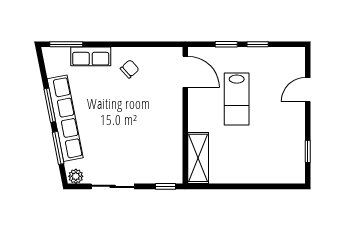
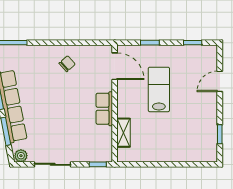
window: (258, 44) -> (193, 43), moved
row of seats: (91, 56) -> (104, 109), moved, turned 90
lab bench: (237, 99) -> (159, 89), turned 180
shelving: (198, 158) -> (124, 133), width x0.67, depth x0.75

